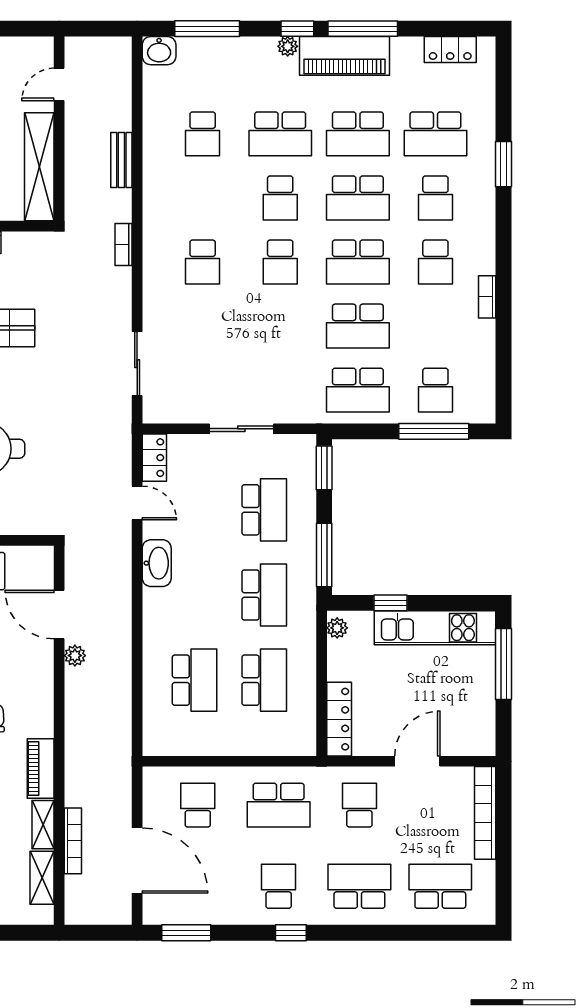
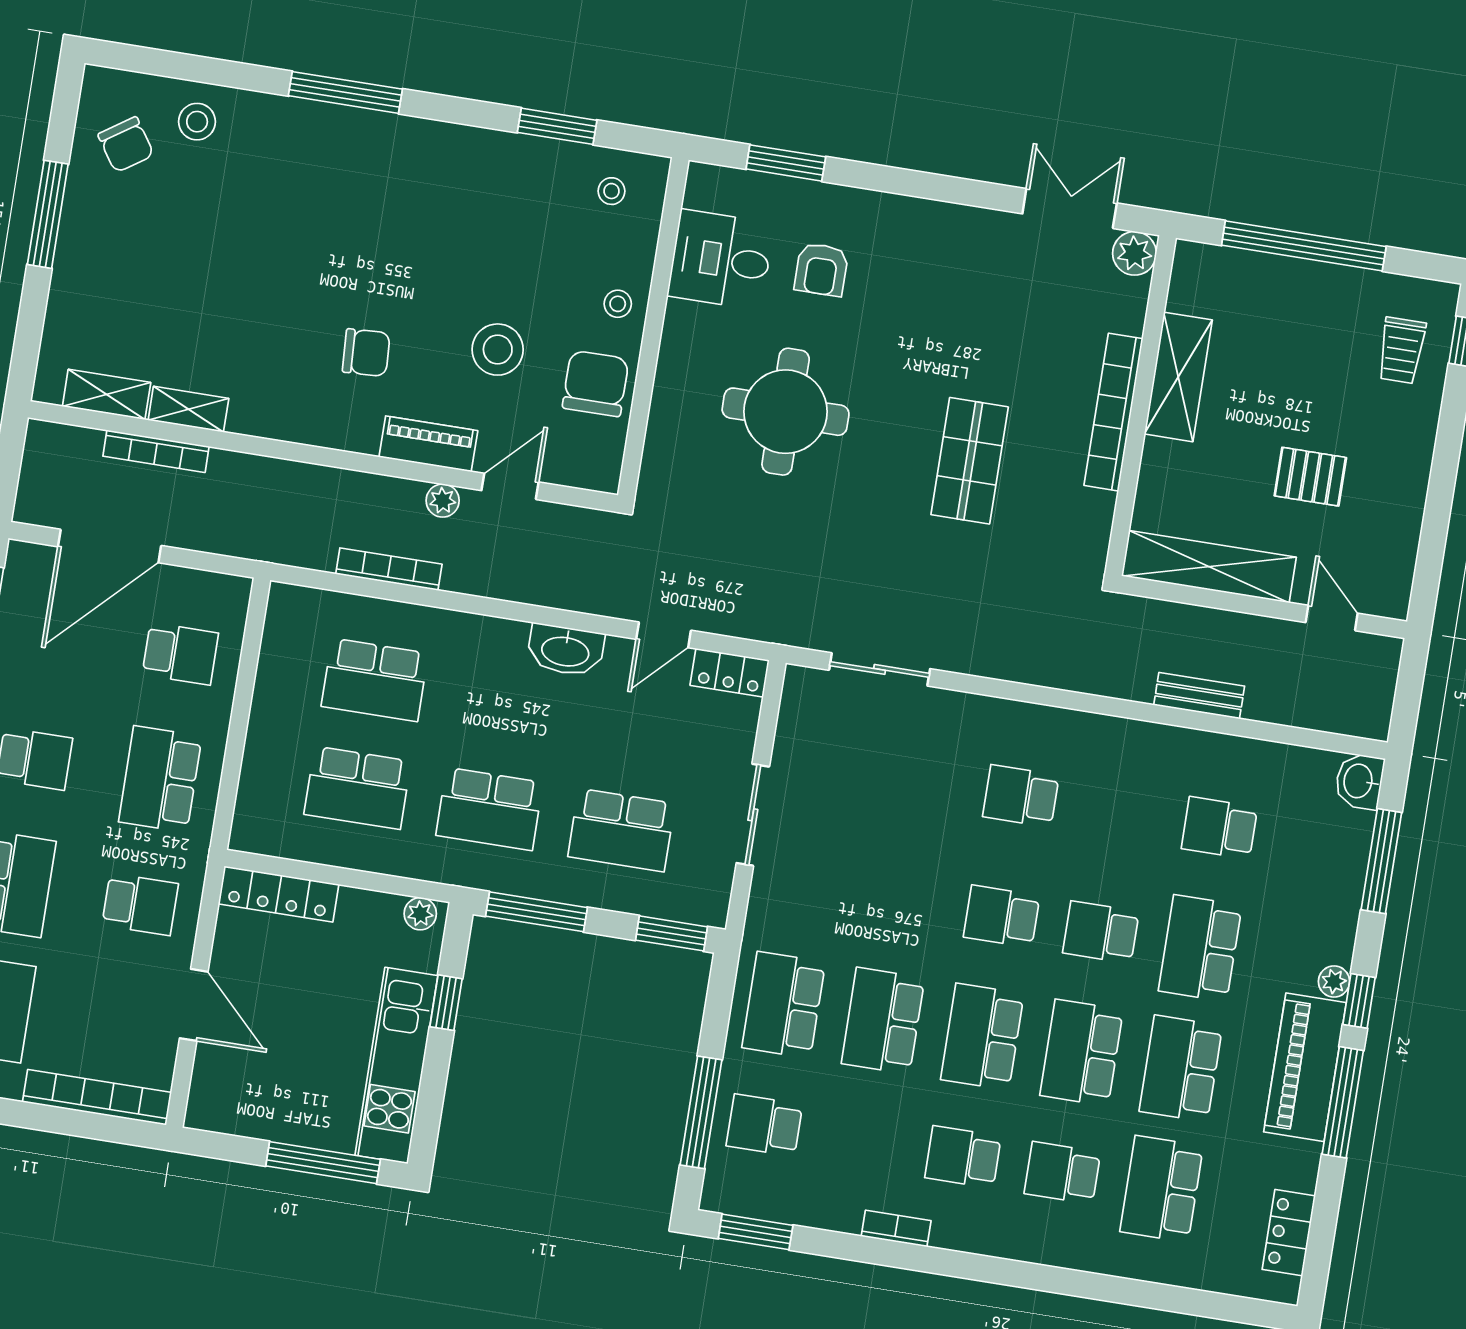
window: (503, 164) -> (756, 1232), moved
bookcase: (123, 245) -> (389, 569), moved, width x1.56
door: (59, 615) -> (510, 486), width x0.73
piano: (41, 769) -> (428, 444), moved

